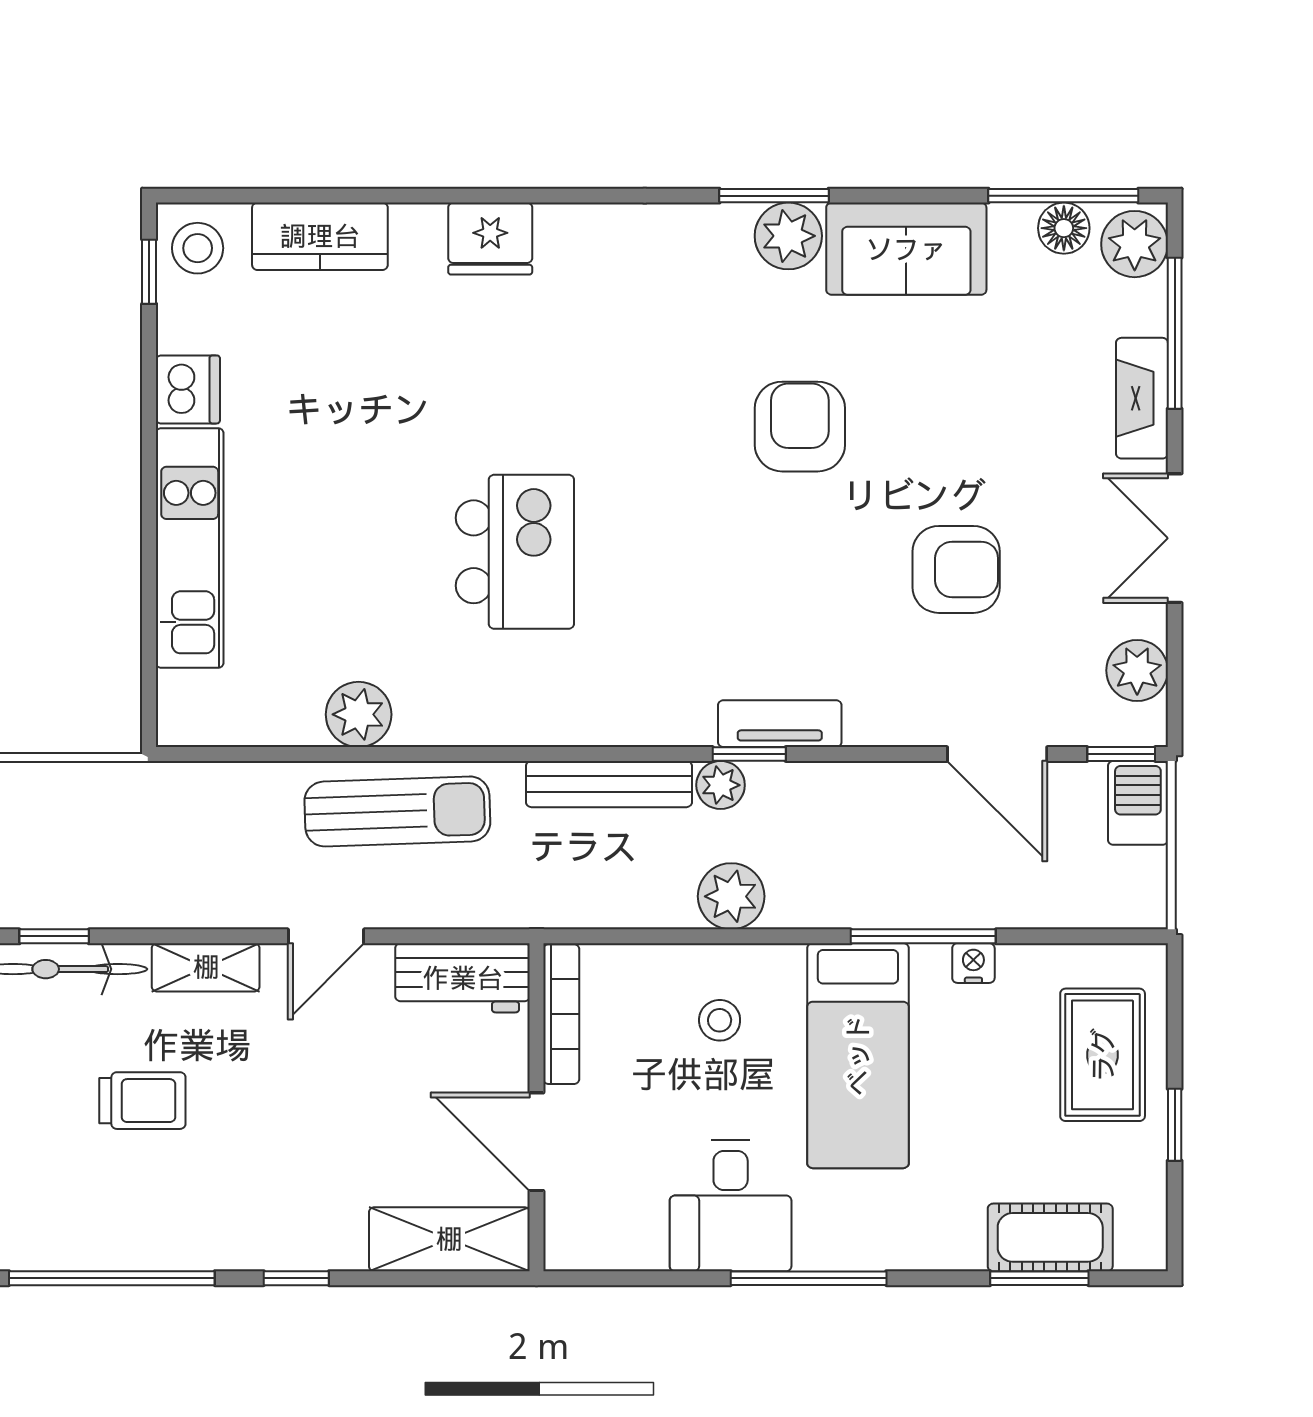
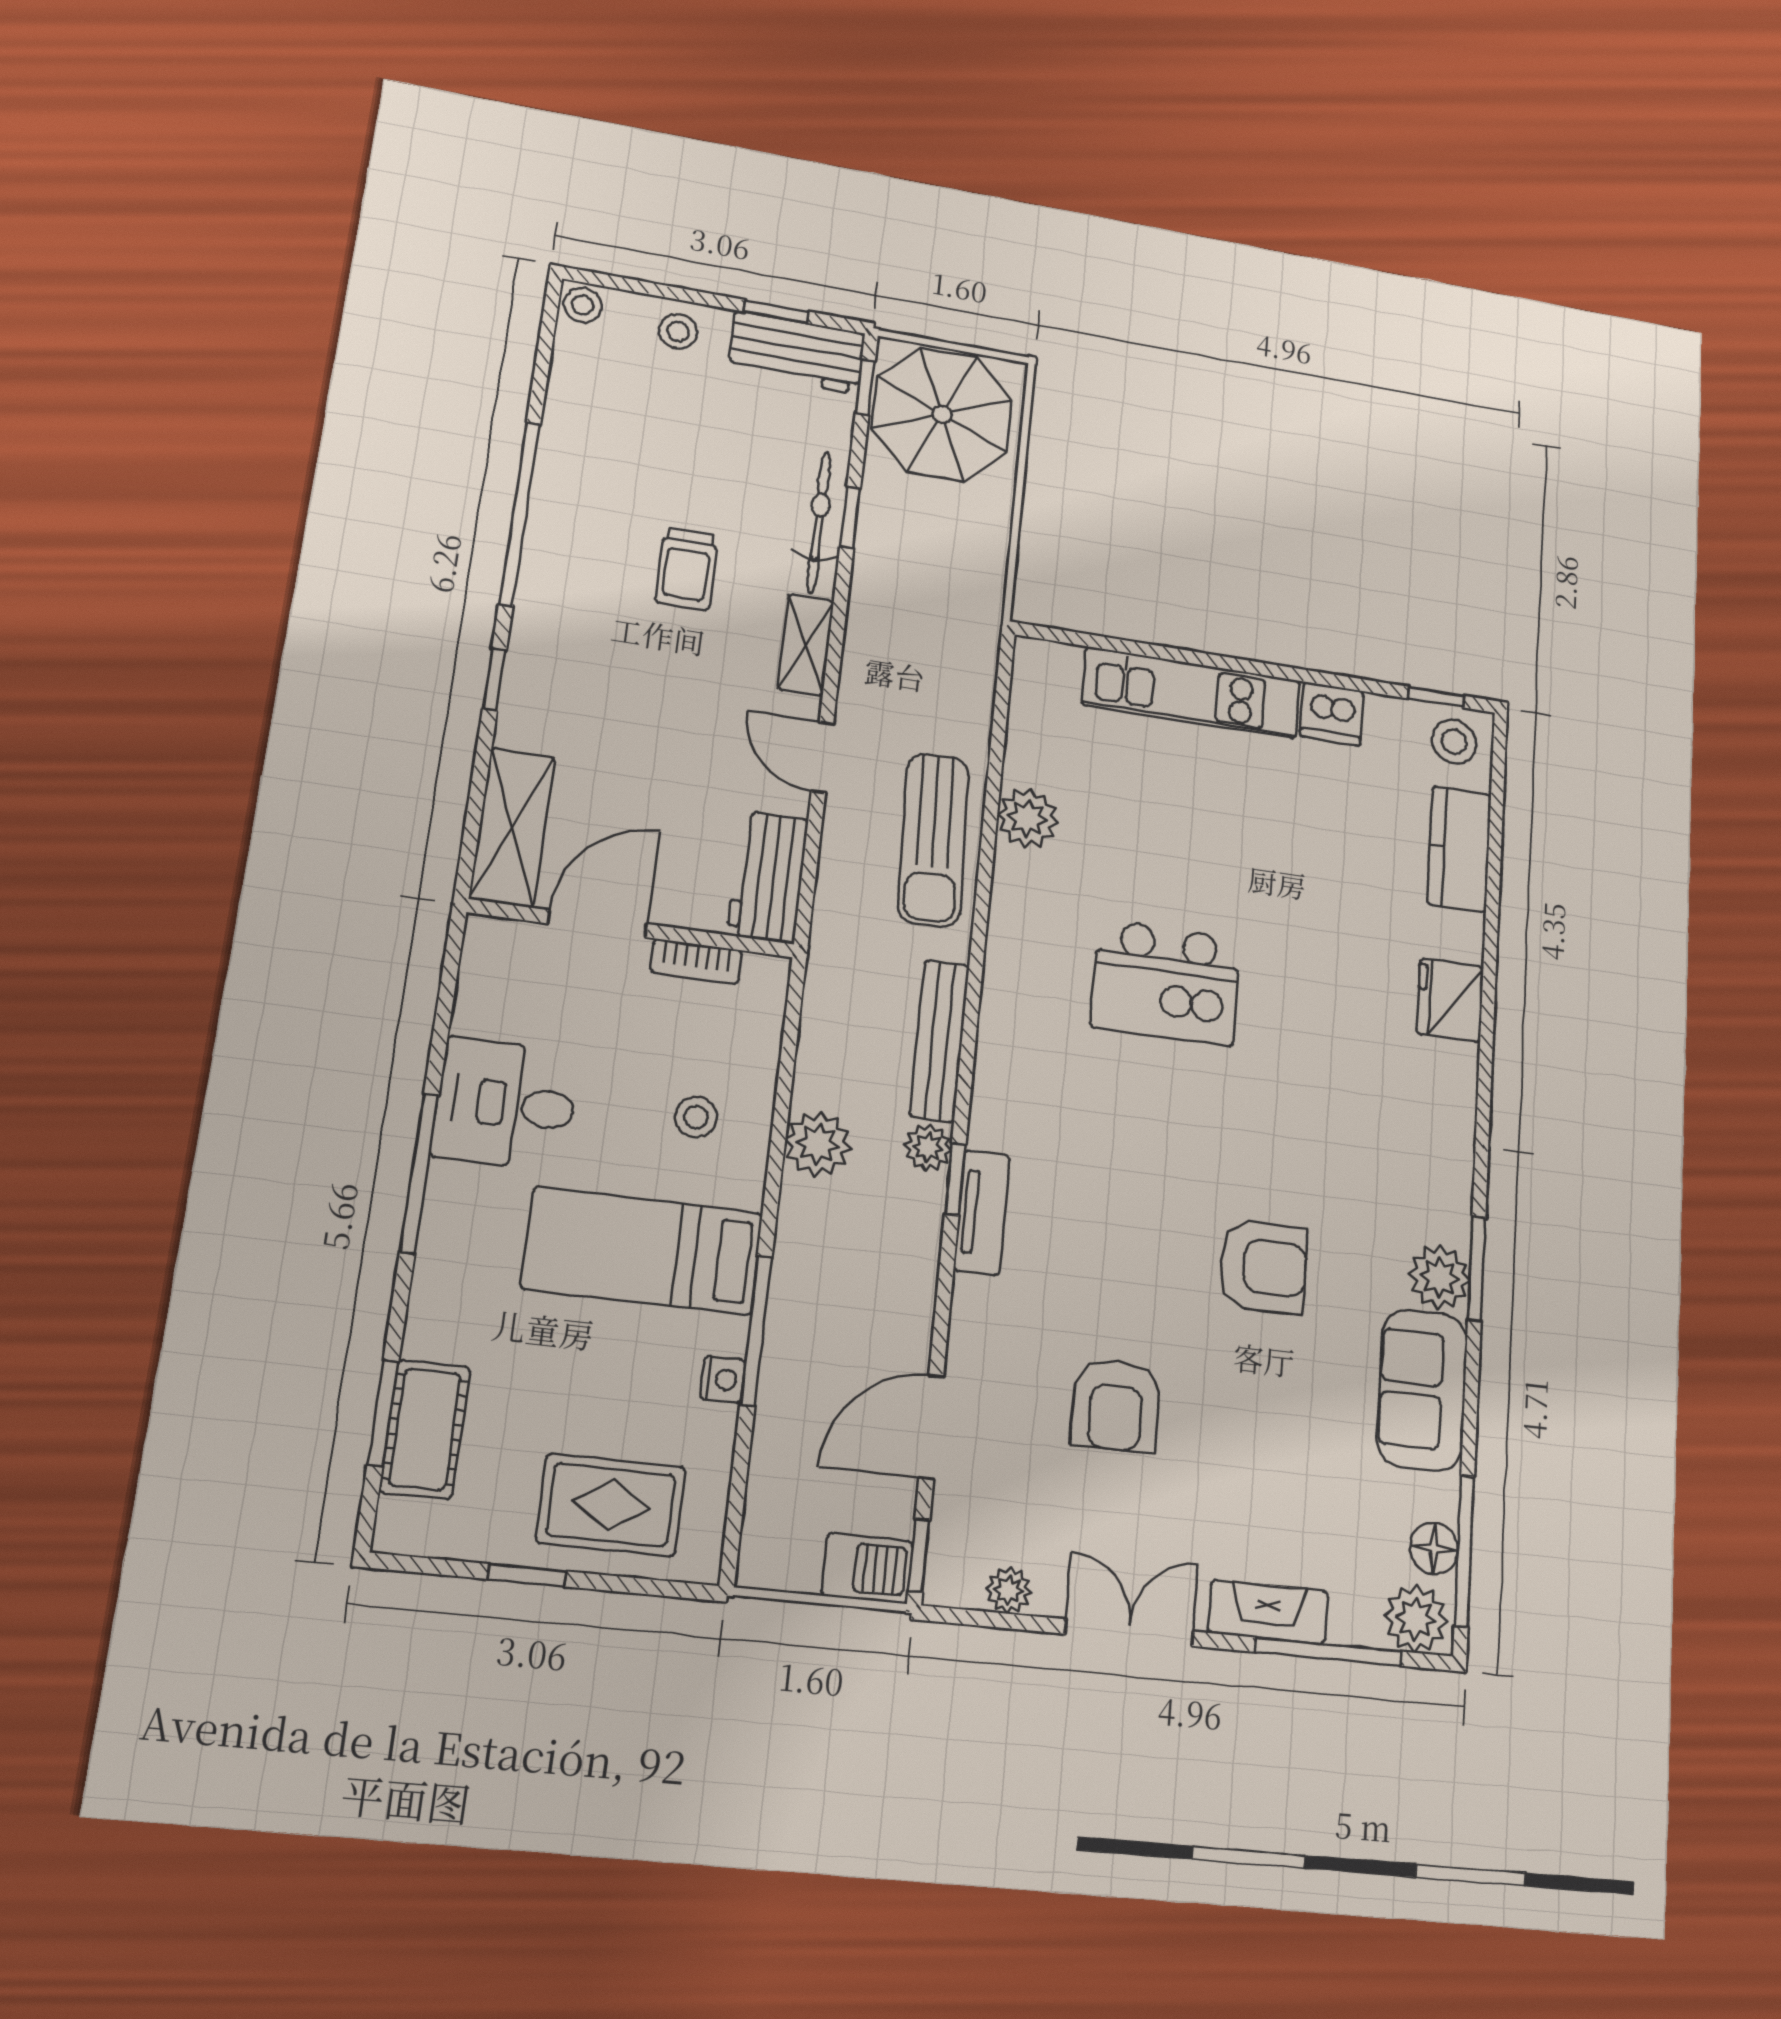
plant: (1137, 670) -> (1009, 1590), width x0.73, depth x0.73
bookcase: (561, 1014) -> (696, 961), width x0.64

